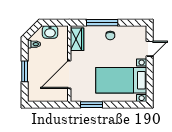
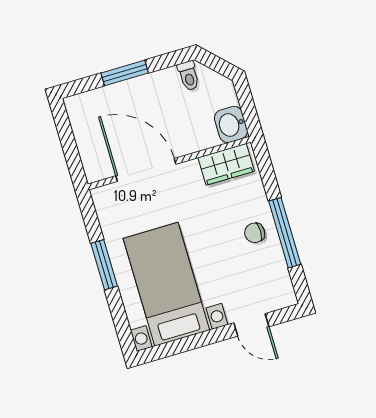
window: (102, 23) -> (285, 233), moved
washbasin: (50, 32) -> (231, 124), moved
window: (92, 105) -> (104, 265), moved

